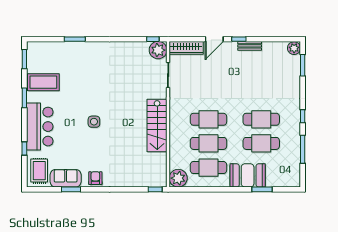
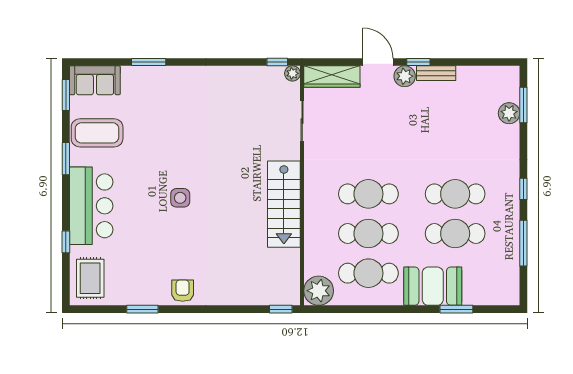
door: (214, 39) -> (378, 62), swing flipped
plant: (230, 48) -> (405, 76), added
plant: (294, 48) -> (509, 113), moved
plant: (158, 50) -> (292, 73), width x0.53, depth x0.53
sofa: (66, 178) -> (95, 80), moved, turned 180

